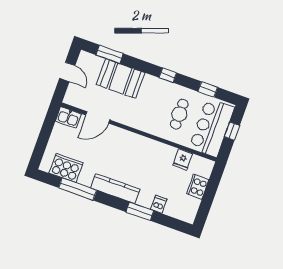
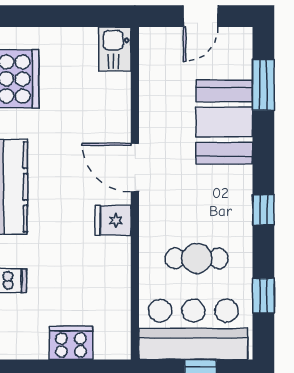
door: (98, 117) -> (135, 168), moved
fridge: (183, 159) -> (113, 220), moved

